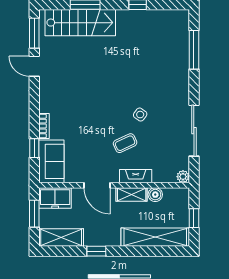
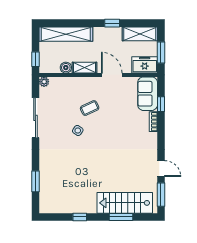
window: (194, 50) -> (35, 181), width x0.69
fireplace: (136, 176) -> (81, 82), removed
window: (194, 218) -> (35, 59), moved

